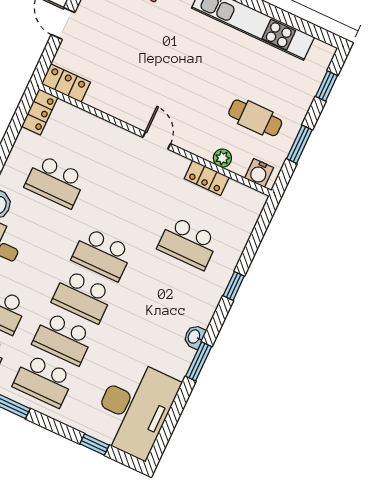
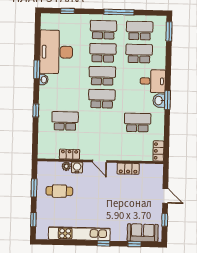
locker: (66, 83) -> (128, 169), moved
water cooler: (259, 173) -> (77, 167), moved
desk: (134, 409) -> (56, 52), moved

